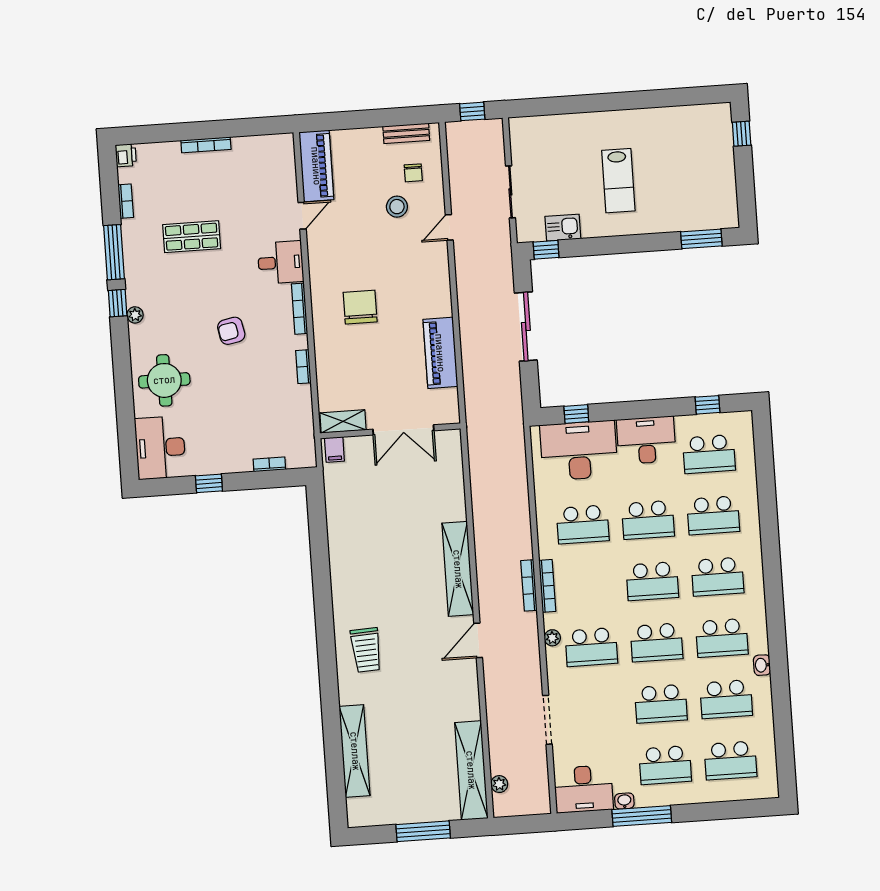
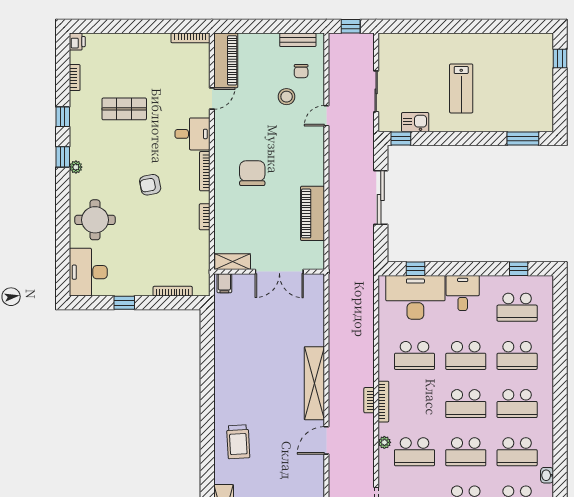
bookcase: (206, 145) -> (190, 38), moved
window: (114, 252) -> (63, 117), width x0.46
desk: (646, 440) -> (463, 293), width x0.73
bookcase: (269, 464) -> (173, 291), width x1.56
bookcase: (529, 585) -> (369, 400), width x0.64

